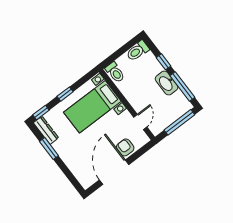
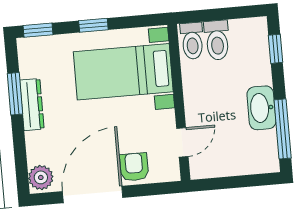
toilet: (138, 51) -> (217, 40), moved, turned -90
window: (164, 62) -> (276, 49), moved
window: (179, 122) -> (243, 181), removed
dresser: (46, 130) -> (32, 105), moved
plant: (85, 179) -> (41, 177), added

